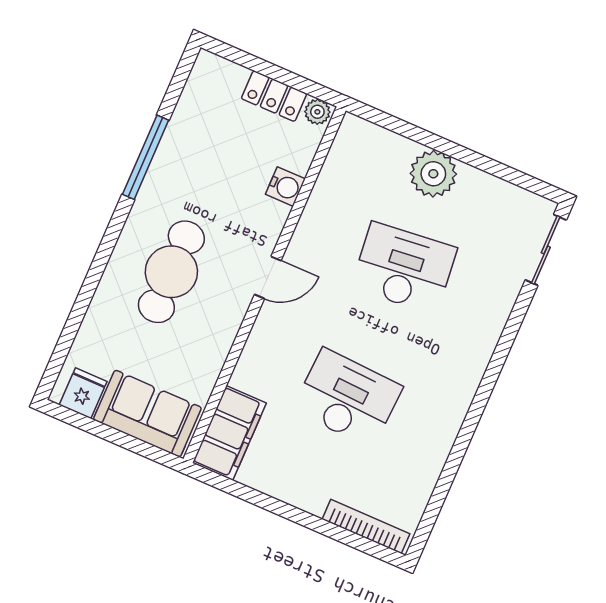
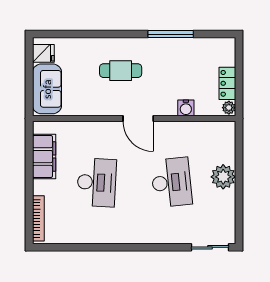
cafe table: (171, 272) -> (121, 71), width x0.73, depth x0.74
door: (268, 278) -> (138, 118), width x1.38
filing cabinet: (229, 433) -> (44, 157), moved, turned -90

